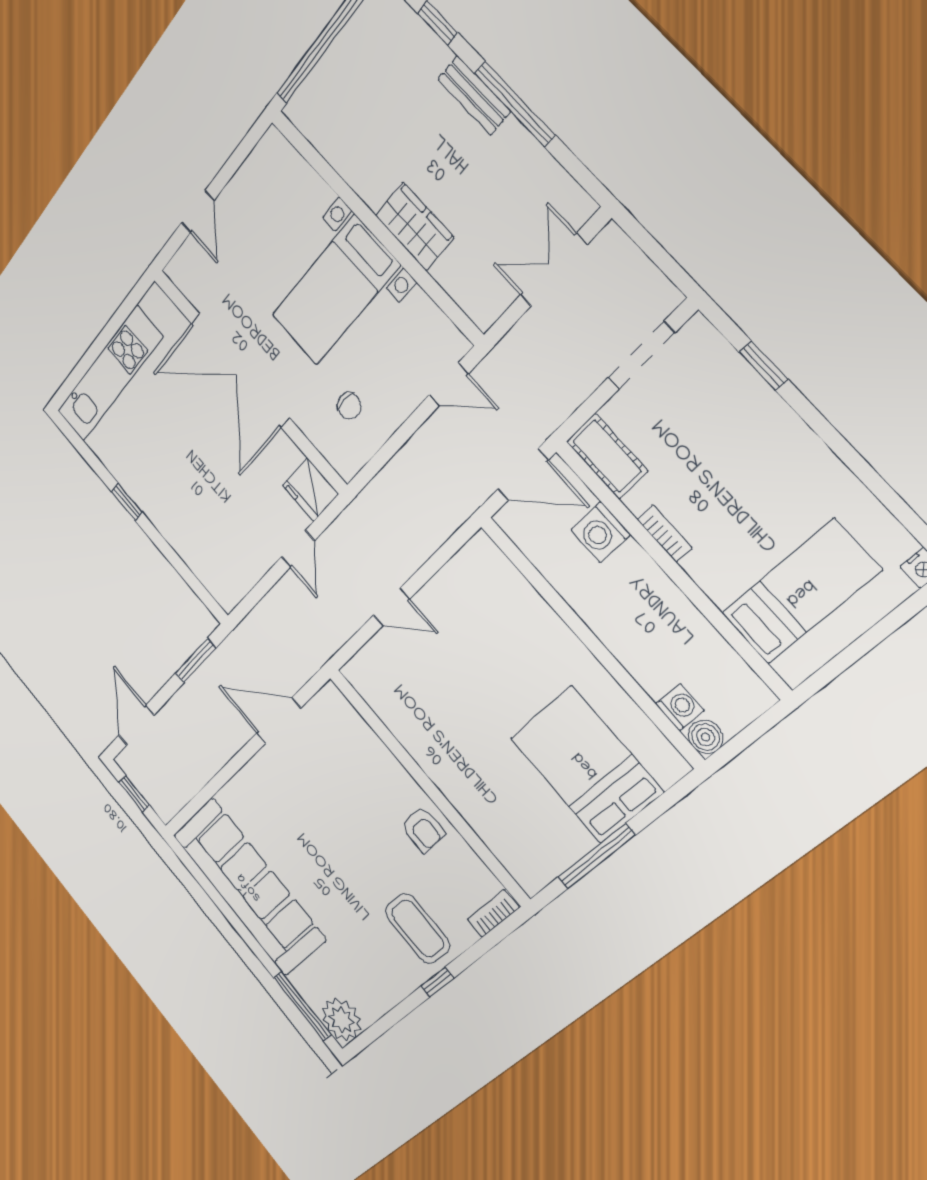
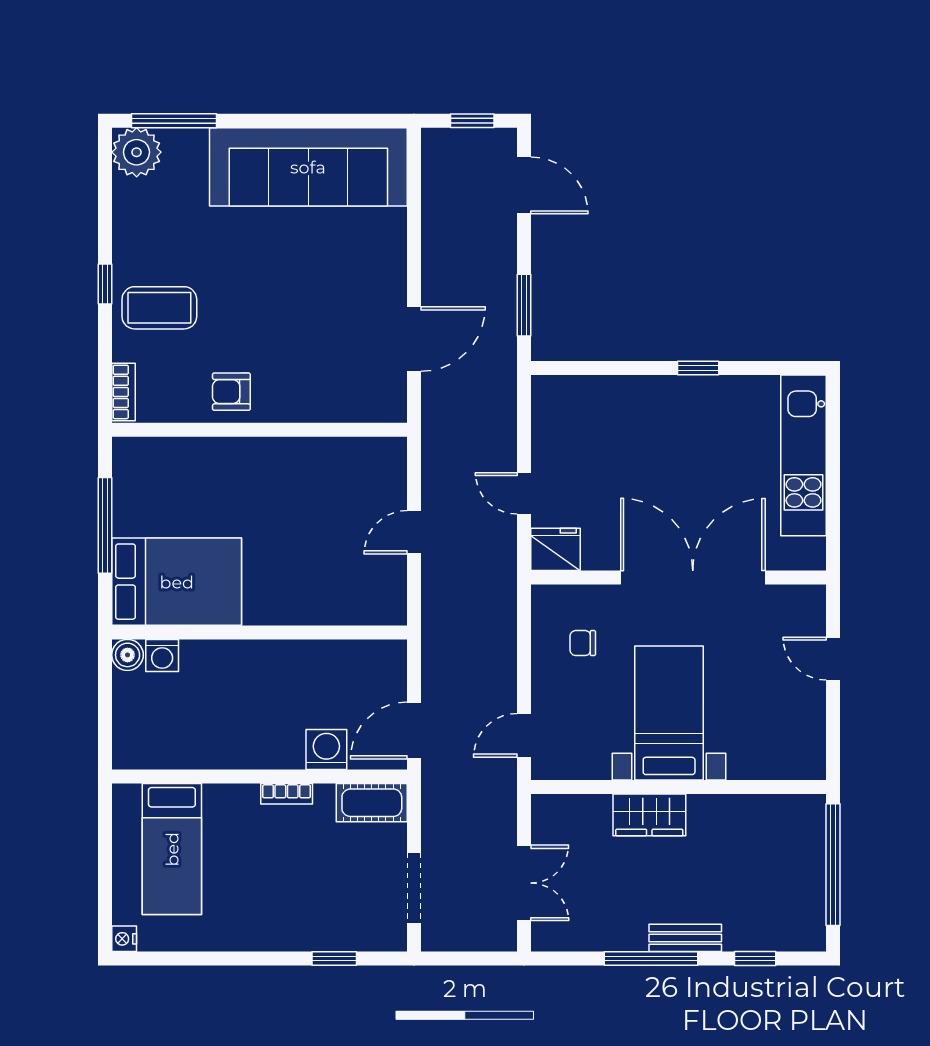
wall: (591, 641) -> (260, 632), moved
washing machine: (680, 707) -> (162, 655), moved
boiler: (706, 737) -> (128, 655), moved

